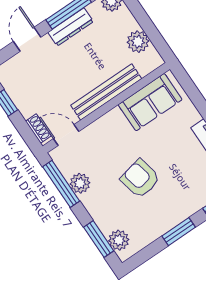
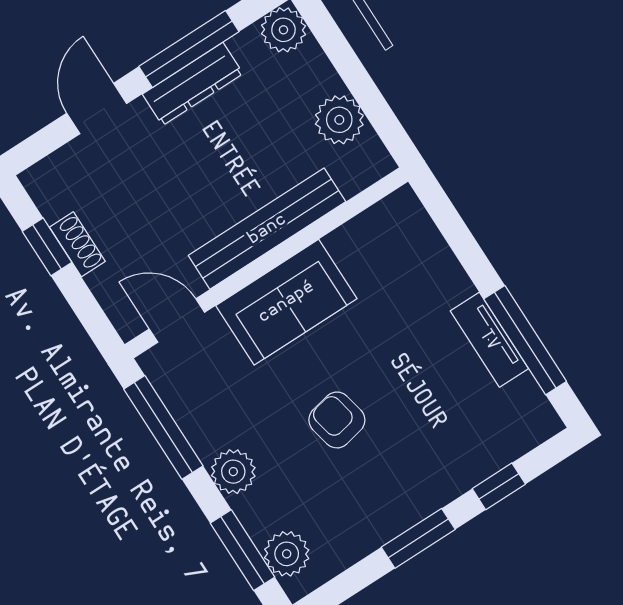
sofa: (150, 102) -> (286, 302), moved
shoe rack: (38, 129) -> (77, 244), moved
armchair: (140, 179) -> (337, 420), width x0.72, depth x0.72
plant: (80, 183) -> (233, 472), moved

